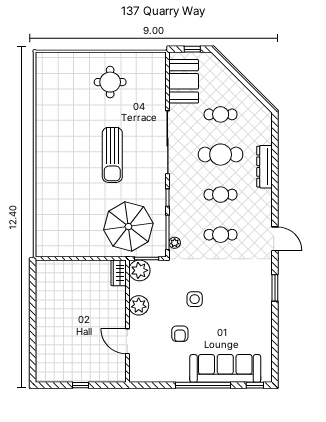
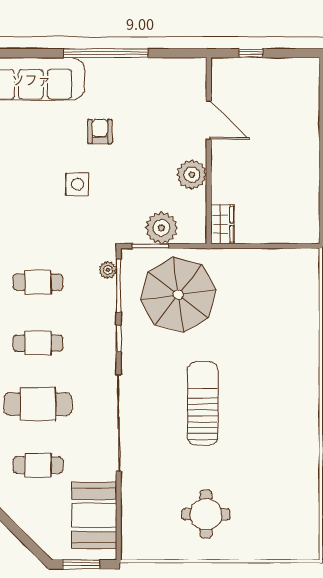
window: (192, 49) -> (81, 564), width x1.50
wardrobe: (119, 273) -> (222, 224), moved
plant: (139, 305) -> (192, 175), moved
wall: (128, 321) -> (209, 151), moved
door: (128, 341) -> (209, 120), moved
window: (203, 385) -> (106, 53), moved

